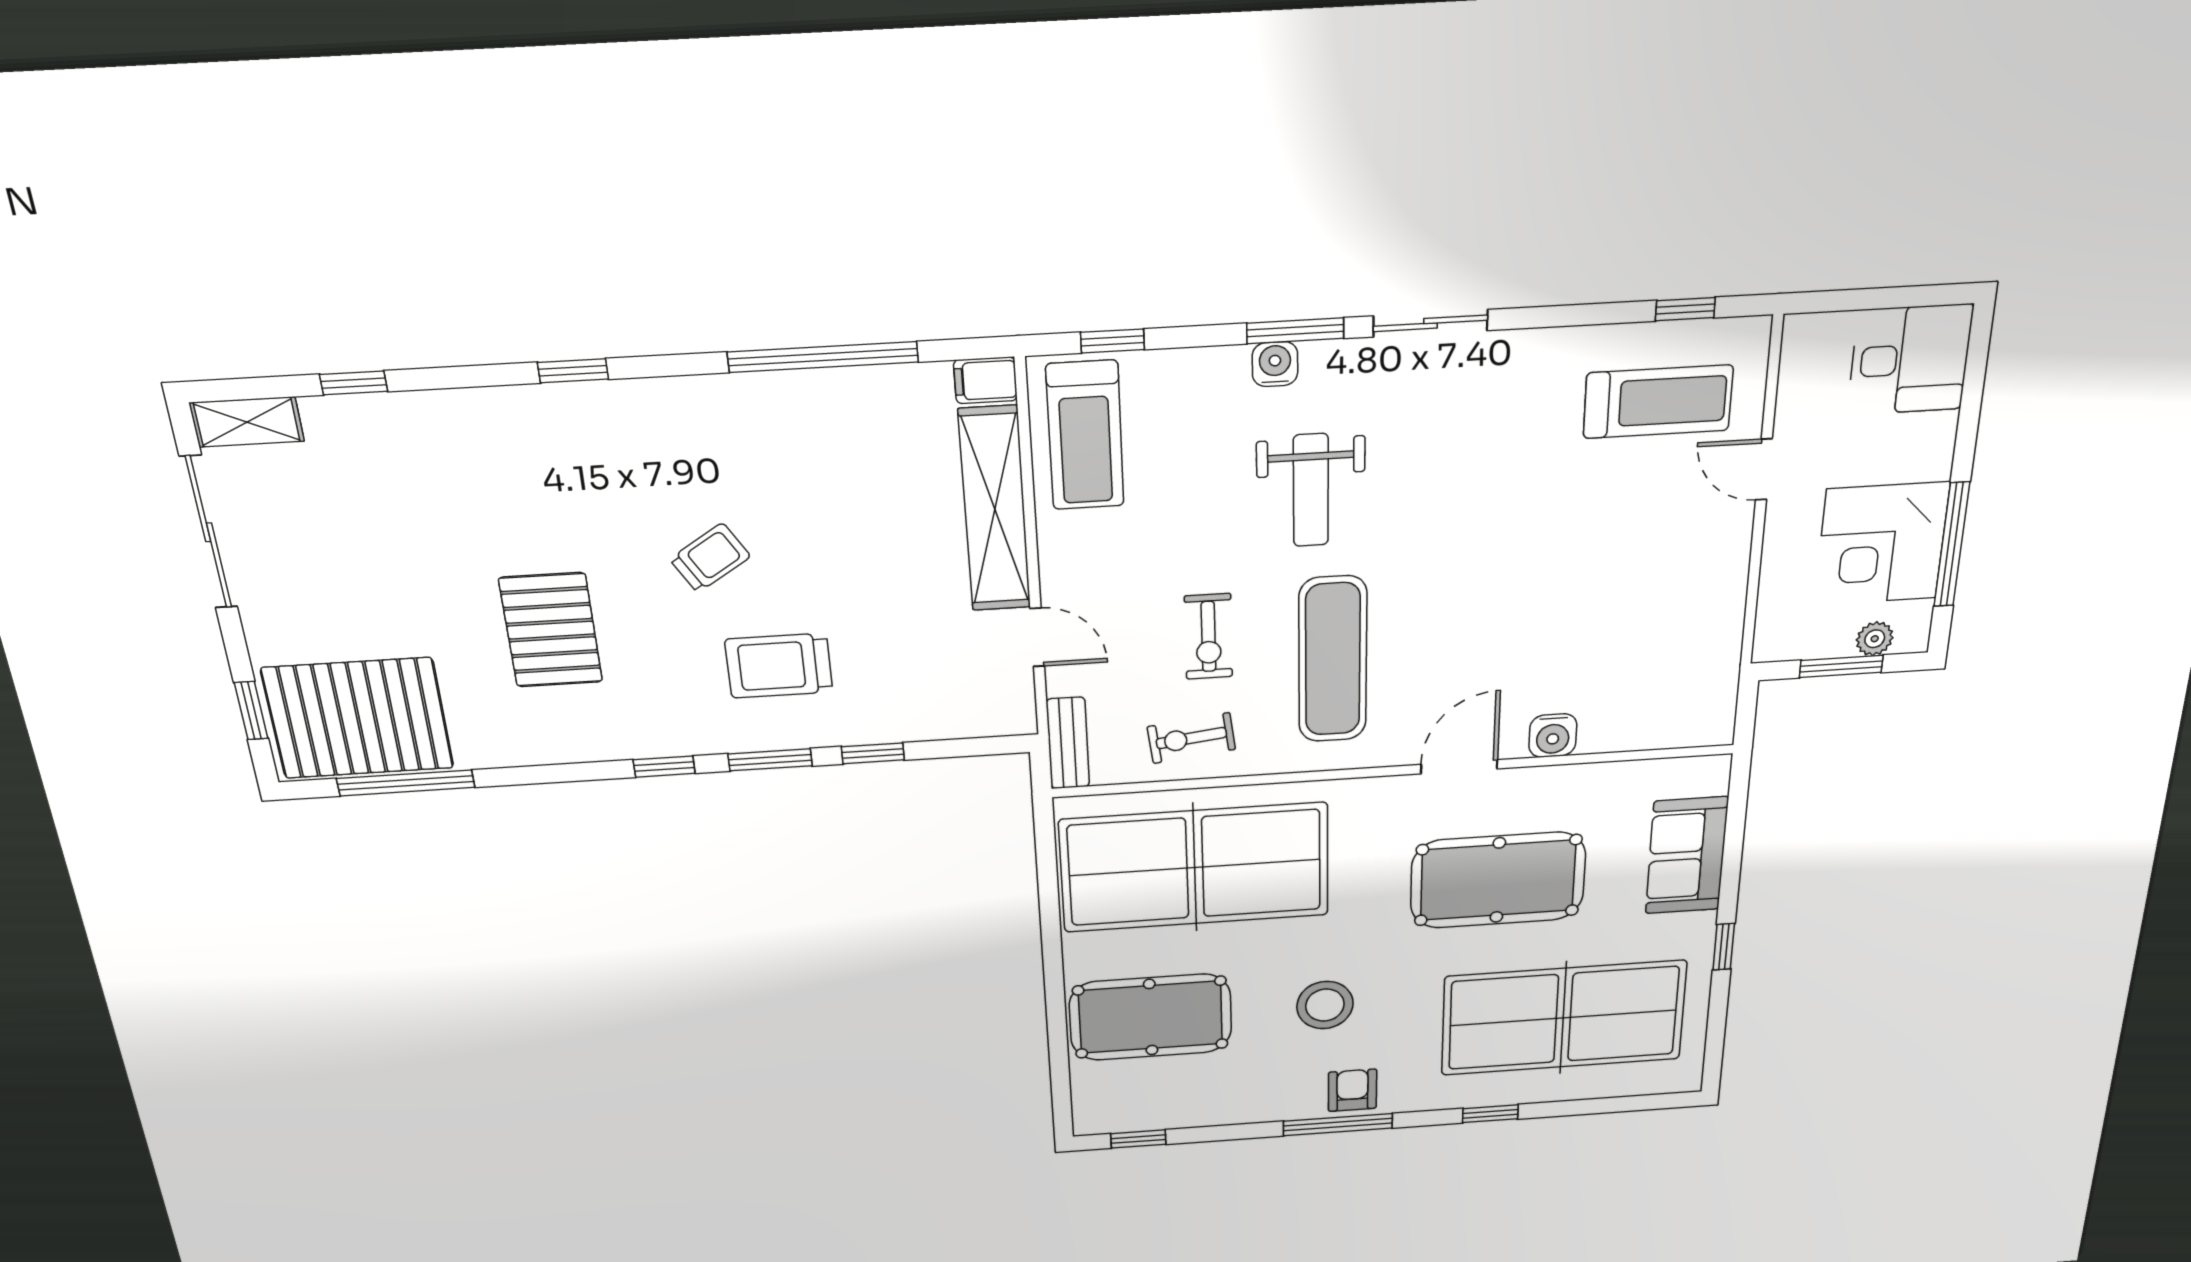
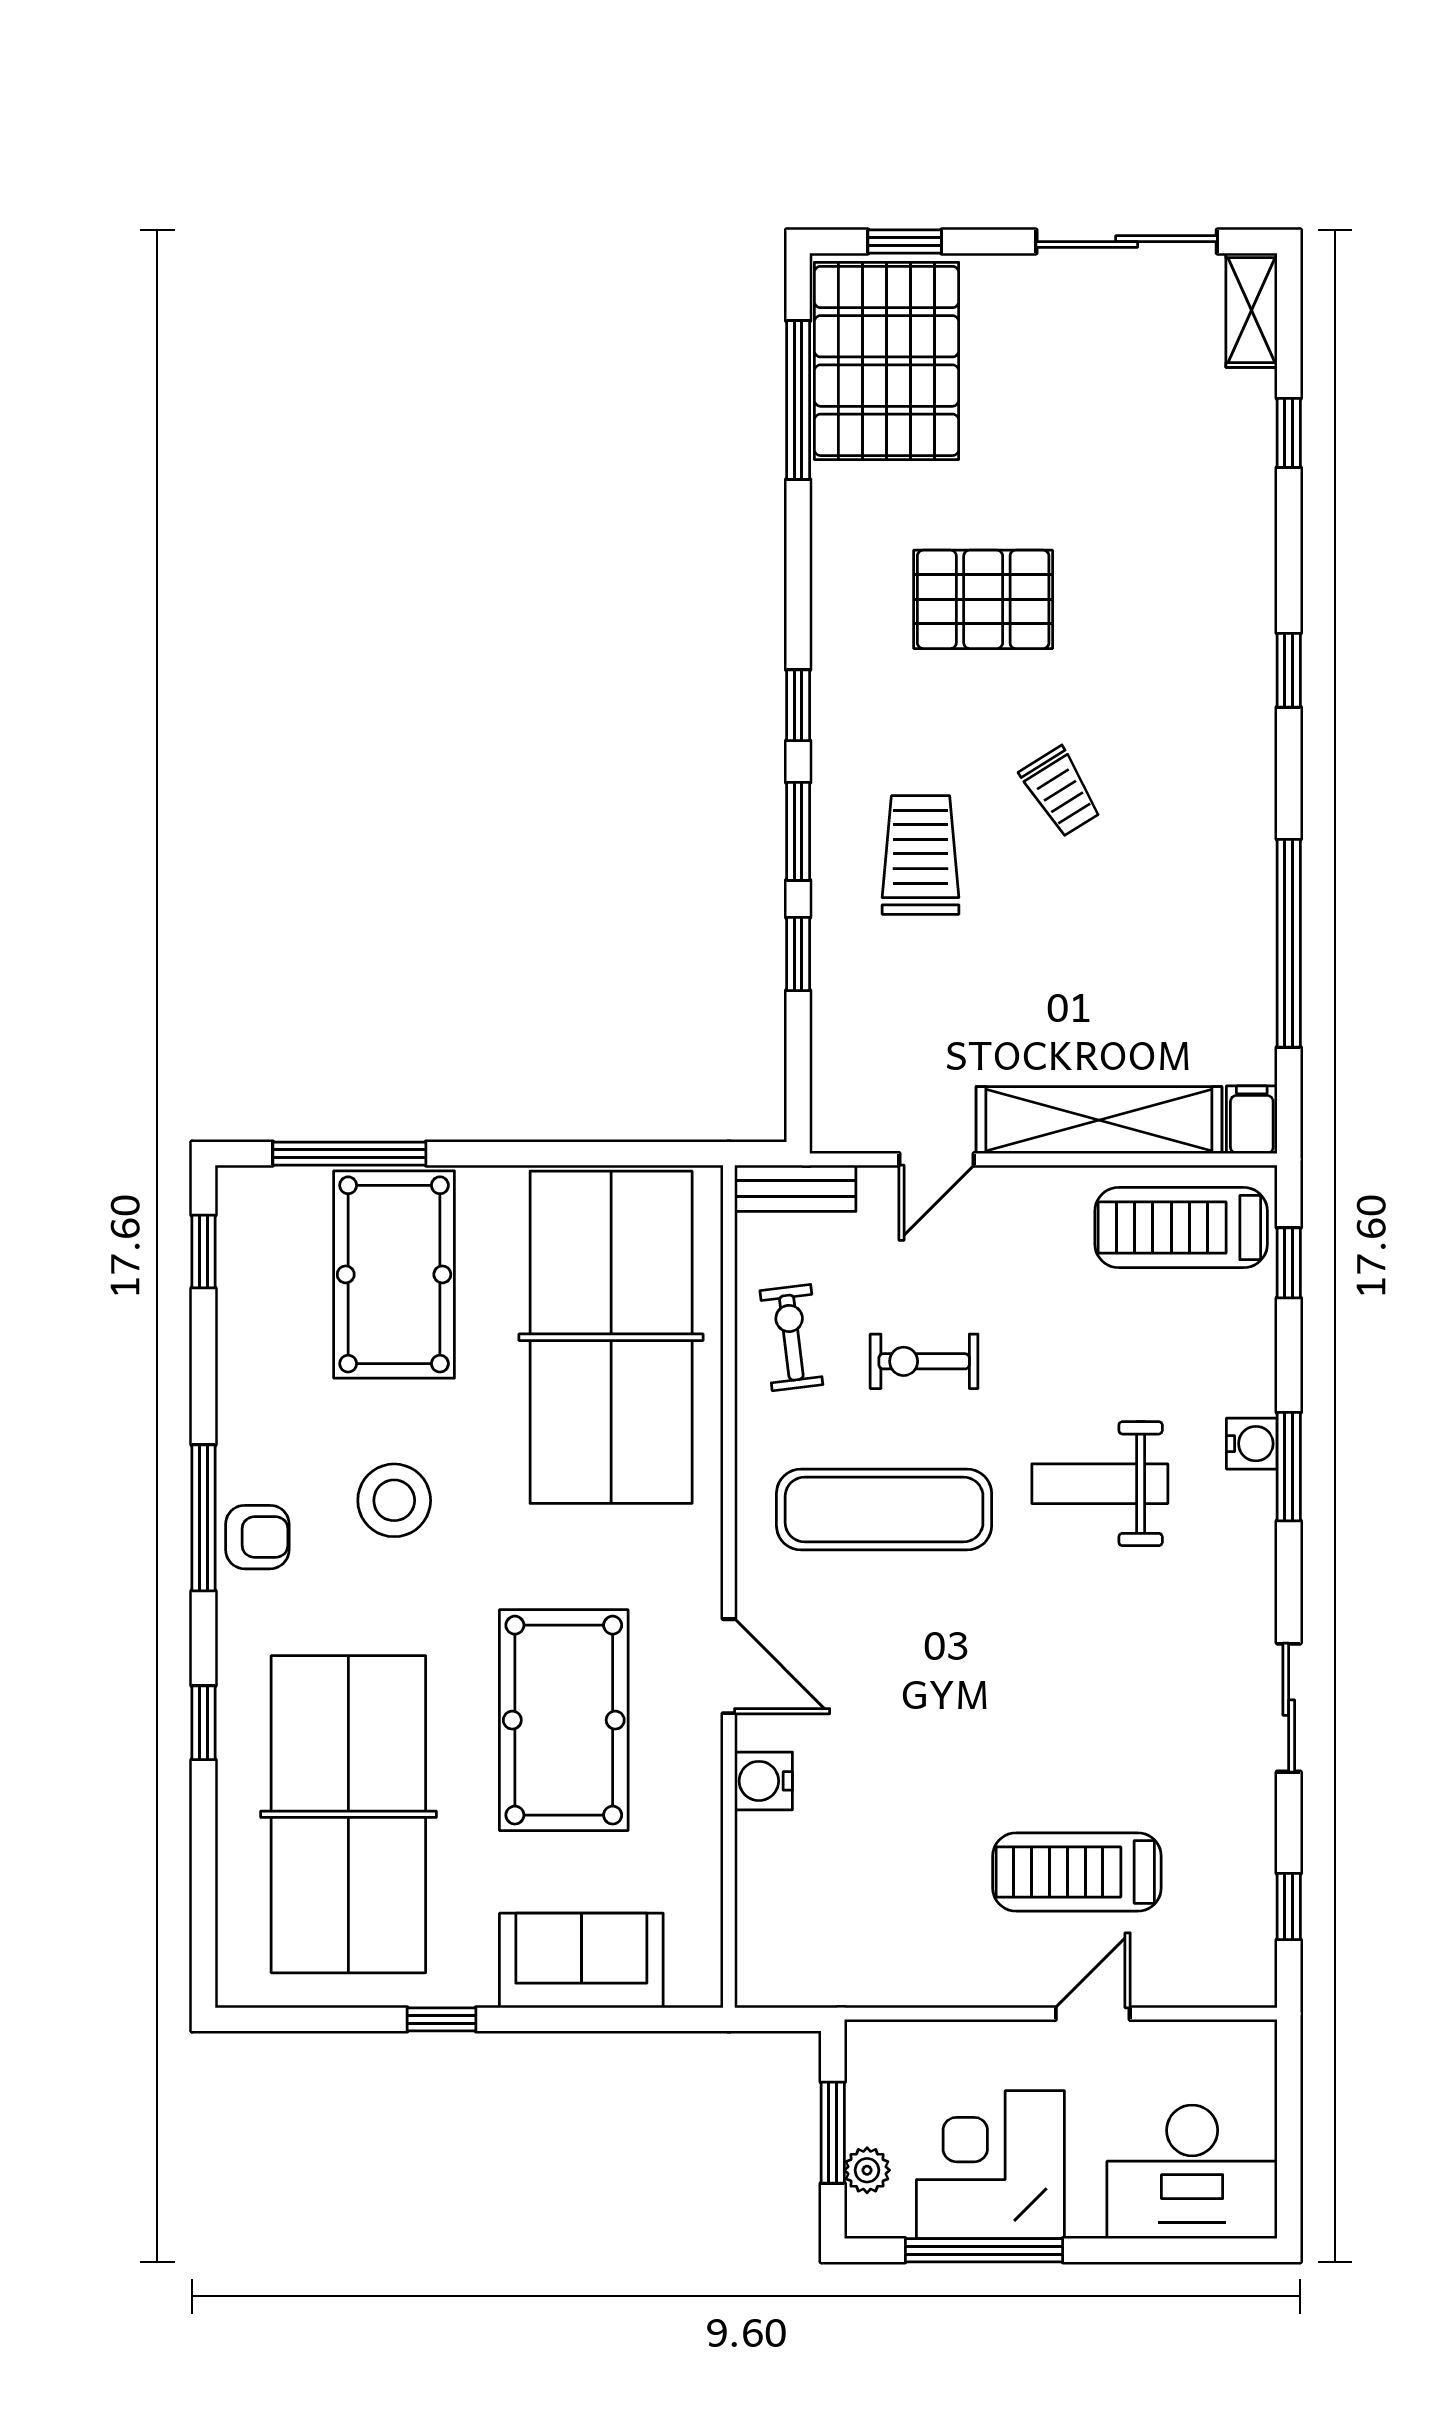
sliding door: (1430, 323) -> (1289, 1708), moved
desk: (1910, 360) -> (1192, 2172), width x1.37
treadmill: (1658, 402) -> (1077, 1872), moved, turned 90
window: (1059, 1053) -> (349, 1154), added

